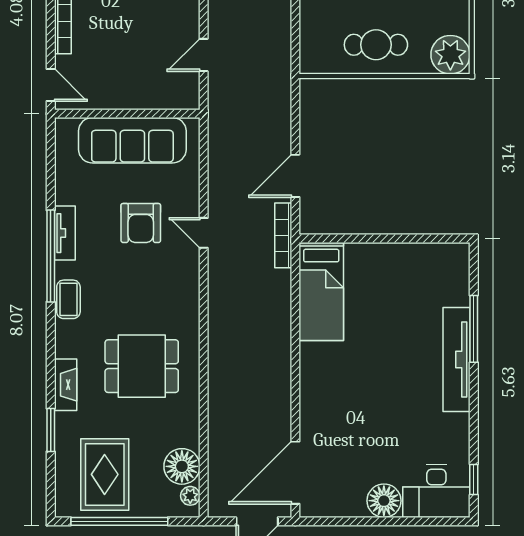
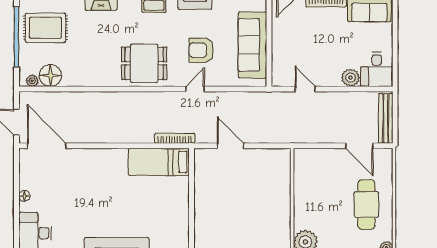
cafe table: (376, 45) -> (312, 196), removed
bookcase: (283, 235) -> (175, 138), moved
dining table: (142, 366) -> (144, 63), moved, turned 90
floor lamp: (384, 501) -> (24, 196), width x0.53, depth x0.53

